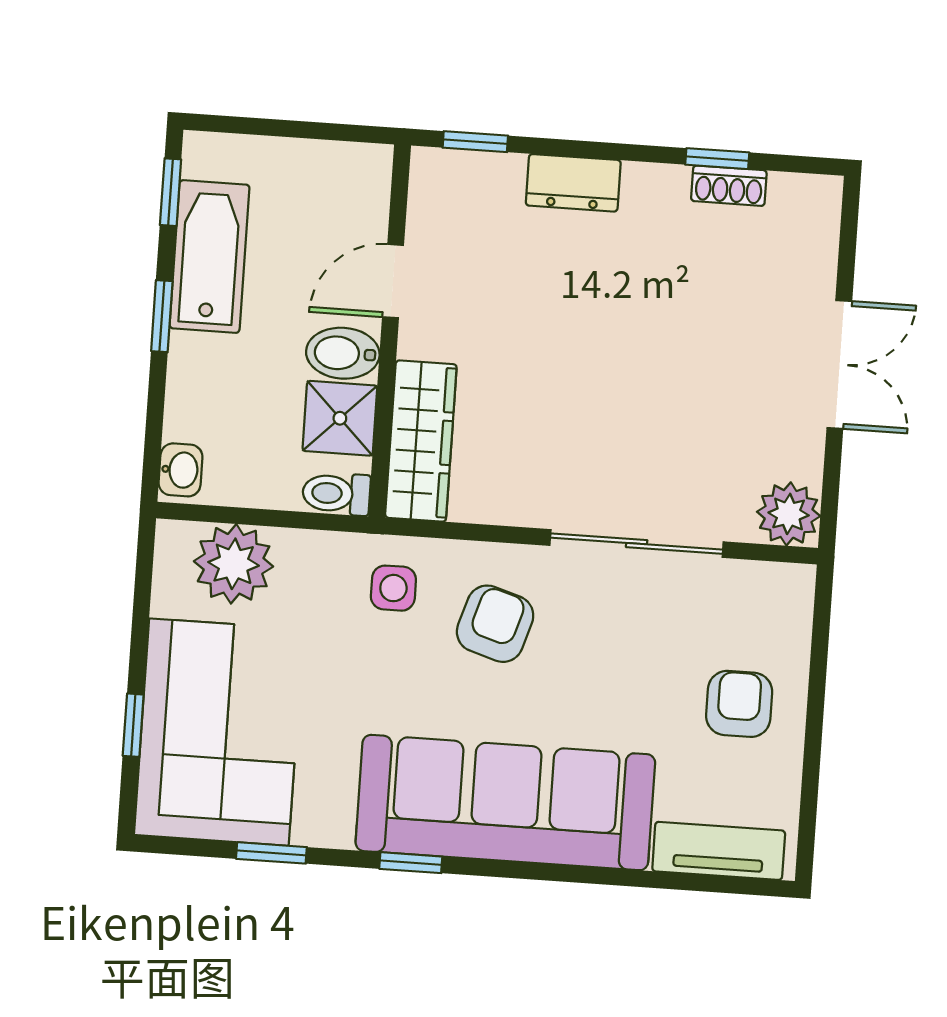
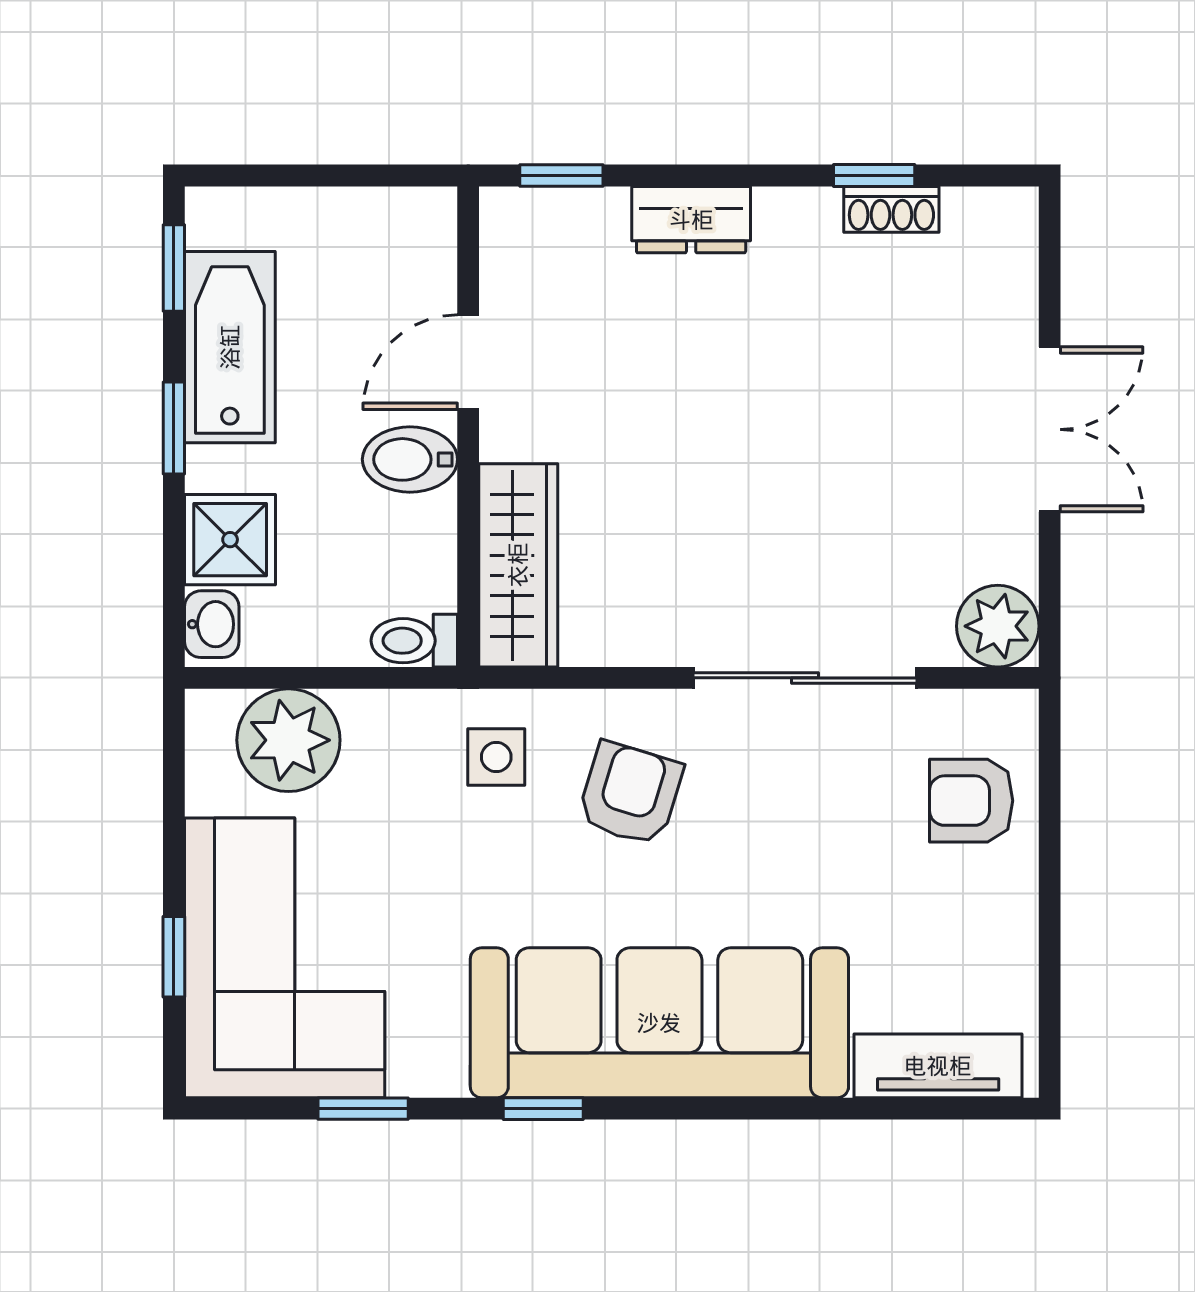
shower: (340, 418) -> (230, 540), moved
armchair: (739, 704) -> (971, 801), moved, turned -90

